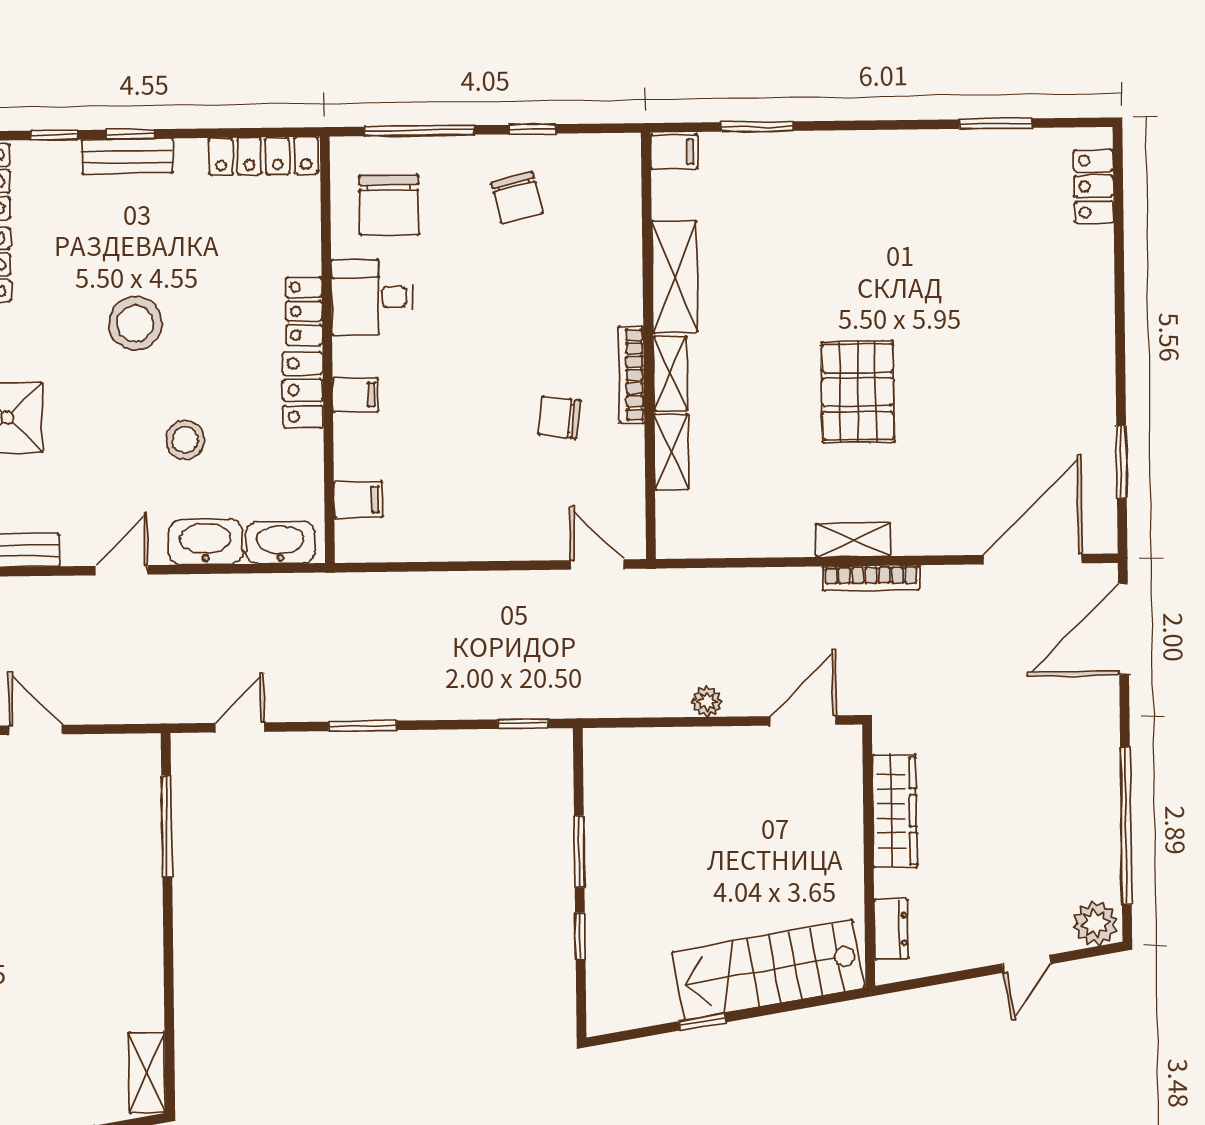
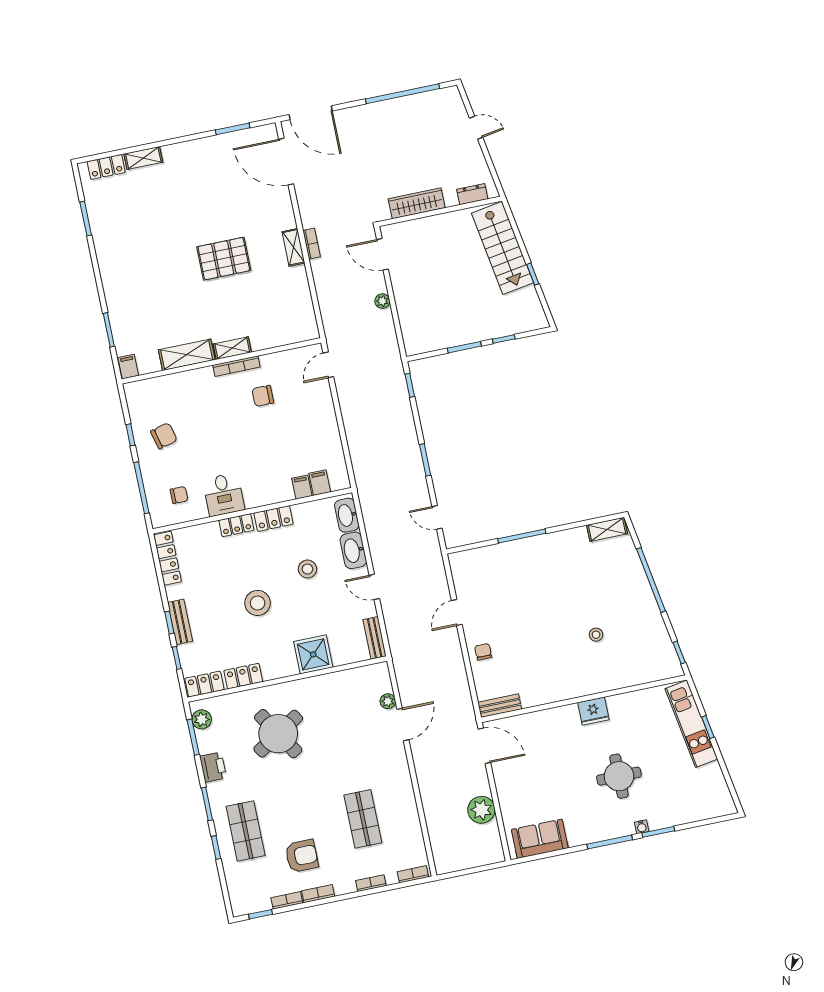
chair: (389, 205) -> (179, 495), width x0.54, depth x0.54
filing cabinet: (355, 395) -> (302, 487), moved
chair: (560, 417) -> (263, 396), turned 83
shelving: (672, 452) -> (143, 158), moved
bookcase: (871, 578) -> (312, 244), width x0.64
window: (167, 826) -> (522, 536), moved
plant: (1095, 923) -> (451, 99), removed

